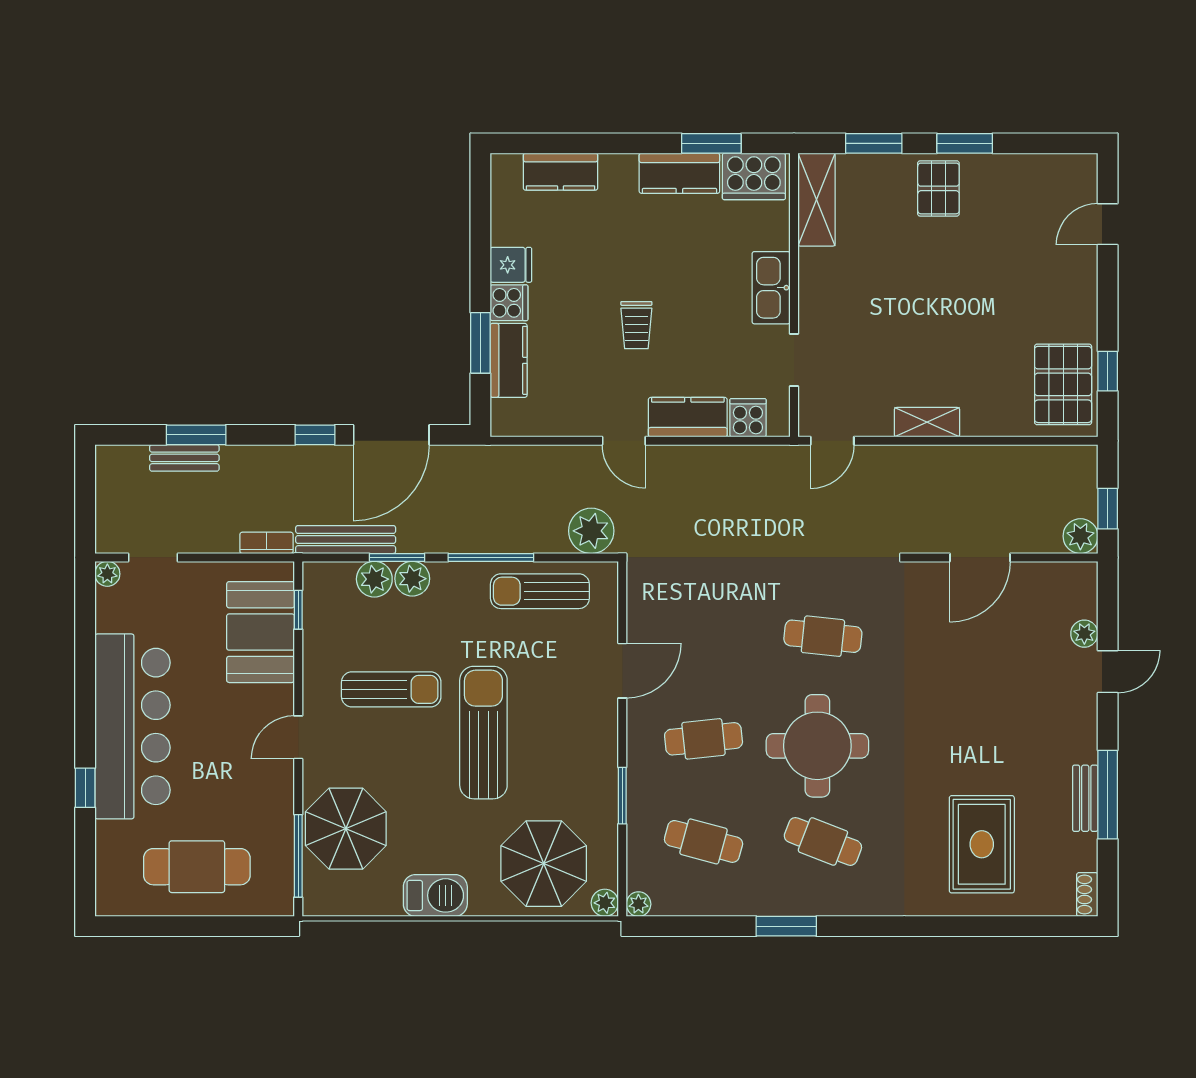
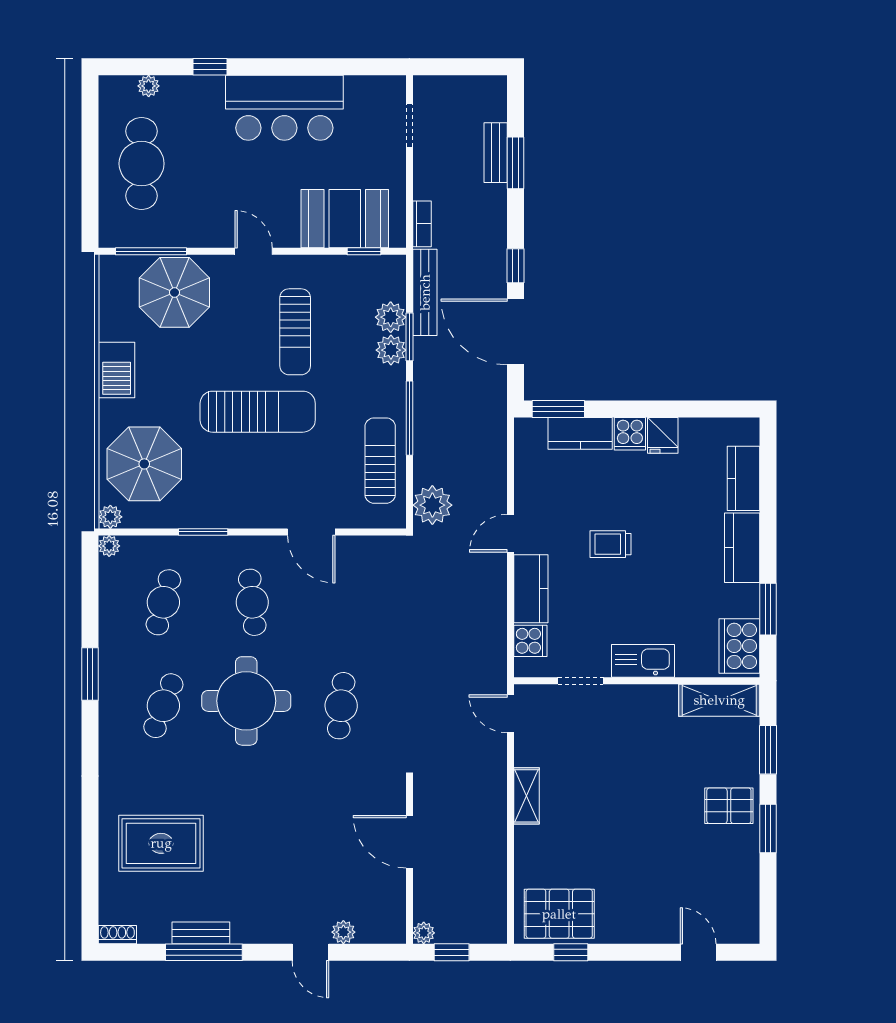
kitchen counter: (679, 173) -> (742, 548), moved
window: (480, 343) -> (558, 409), moved
plant: (1080, 536) -> (424, 933), width x0.73, depth x0.73
plant: (107, 574) -> (149, 86), moved
bar counter: (132, 726) -> (284, 108), width x0.73

